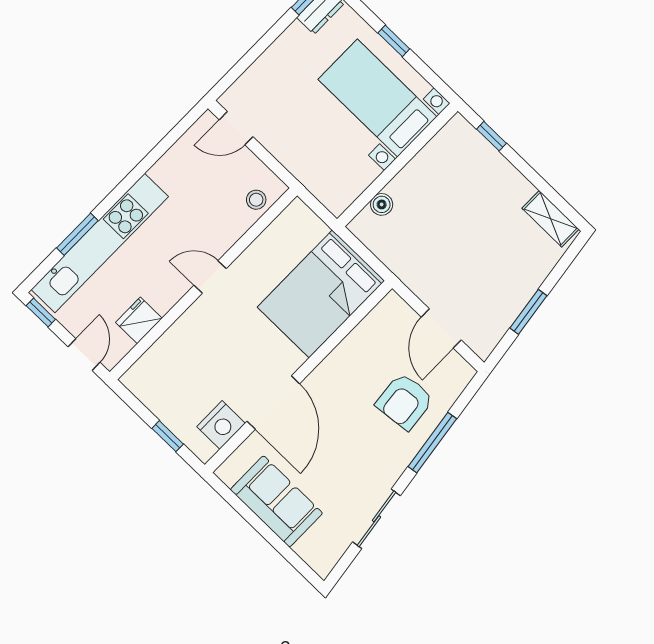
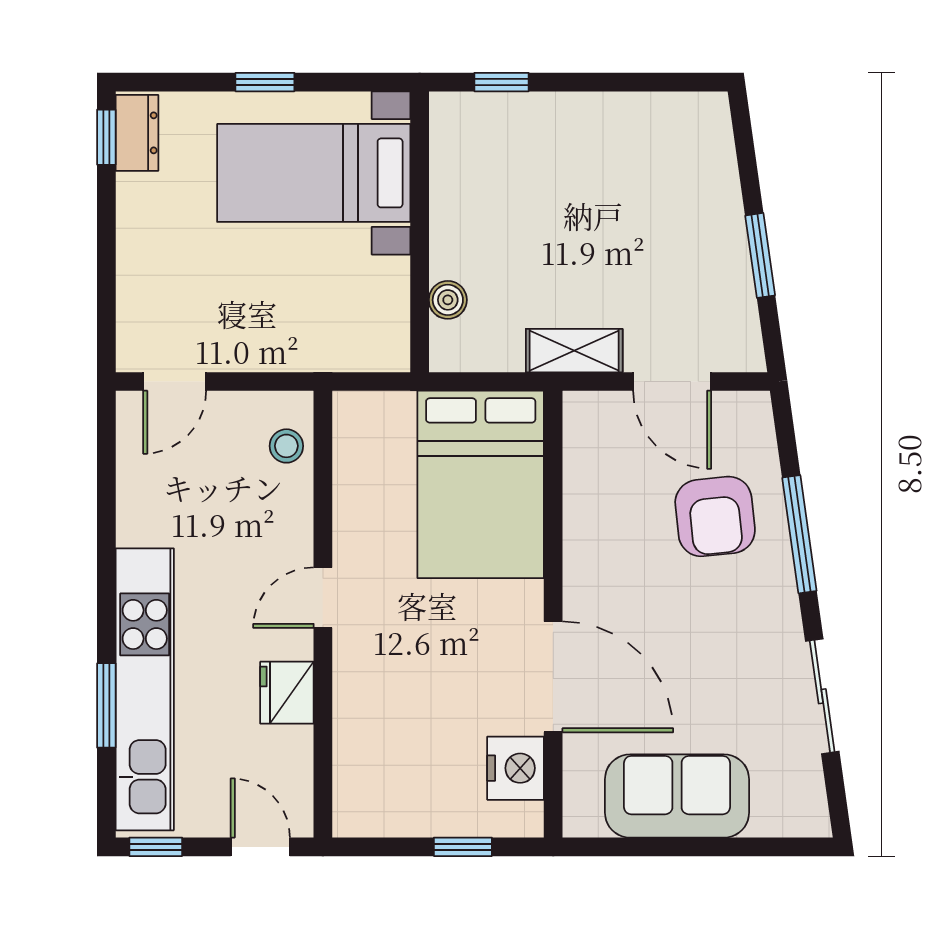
shelving: (551, 219) -> (574, 351), moved
fridge: (139, 320) -> (287, 693), moved

